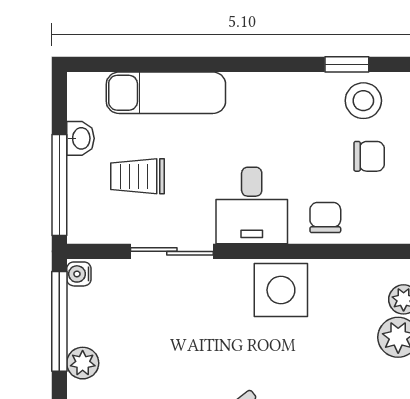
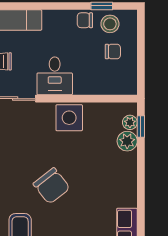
chair: (325, 218) -> (85, 20), moved, turned -90

